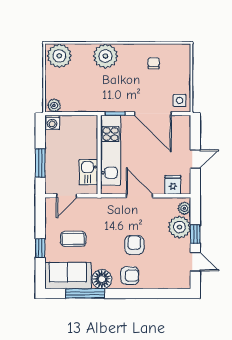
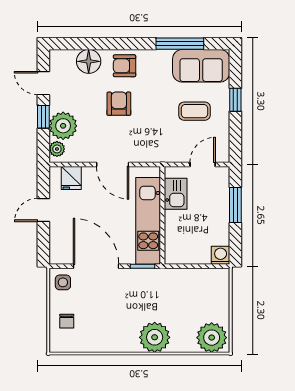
chair: (154, 63) -> (67, 321), moved
plant: (54, 105) -> (218, 276), removed
armchair: (134, 245) -> (119, 104), turned 180
floor lamp: (102, 279) -> (89, 61), moved

